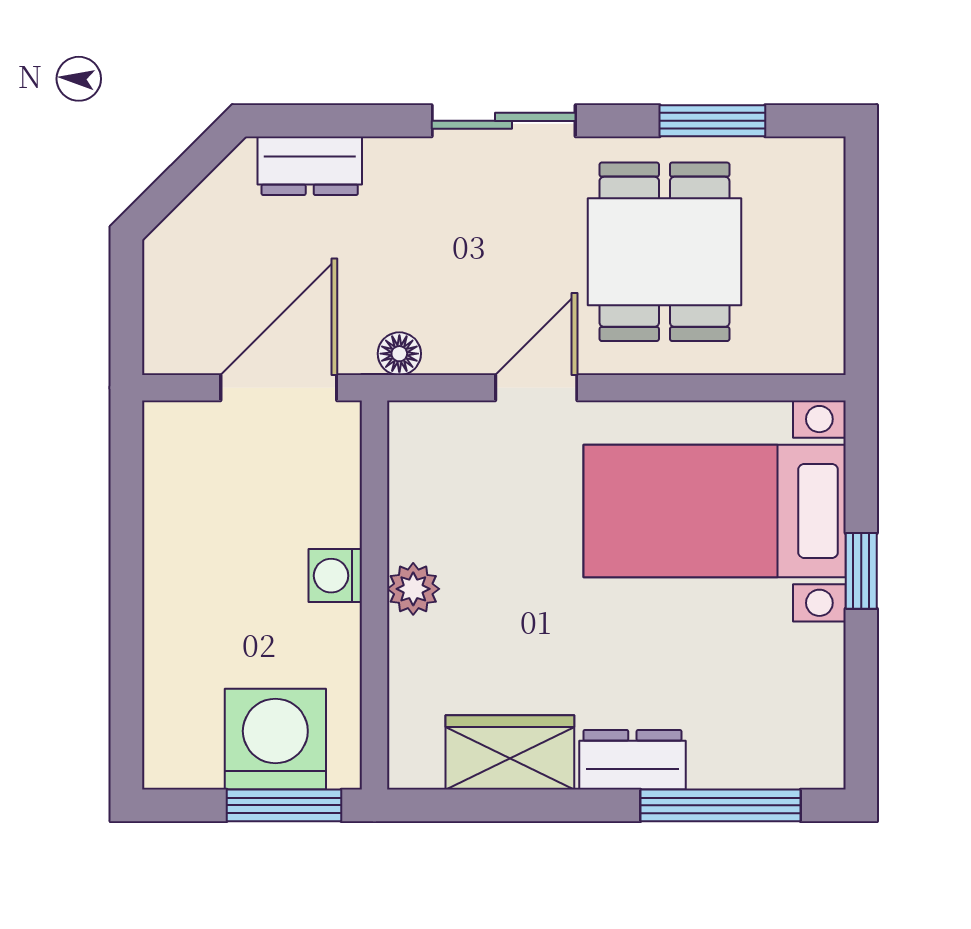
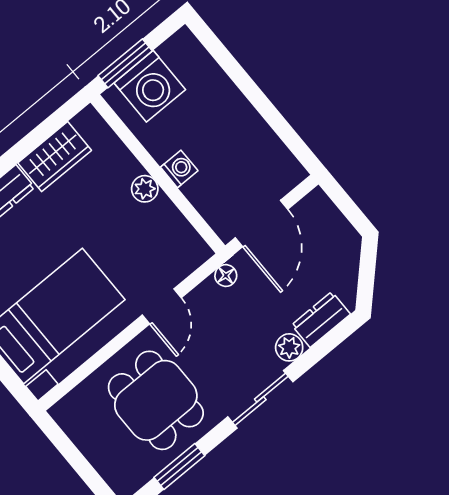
plant: (394, 163) -> (289, 347), added

